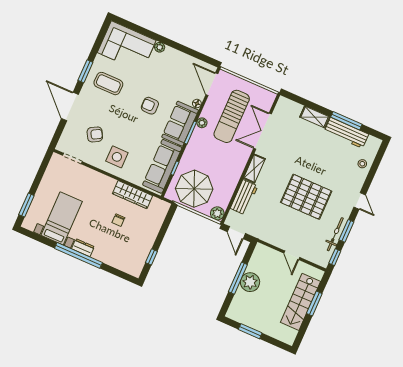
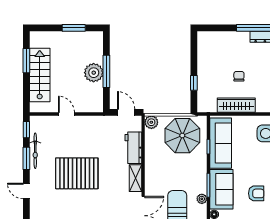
window: (151, 257) -> (194, 83), moved
window: (314, 303) -> (26, 61), moved

